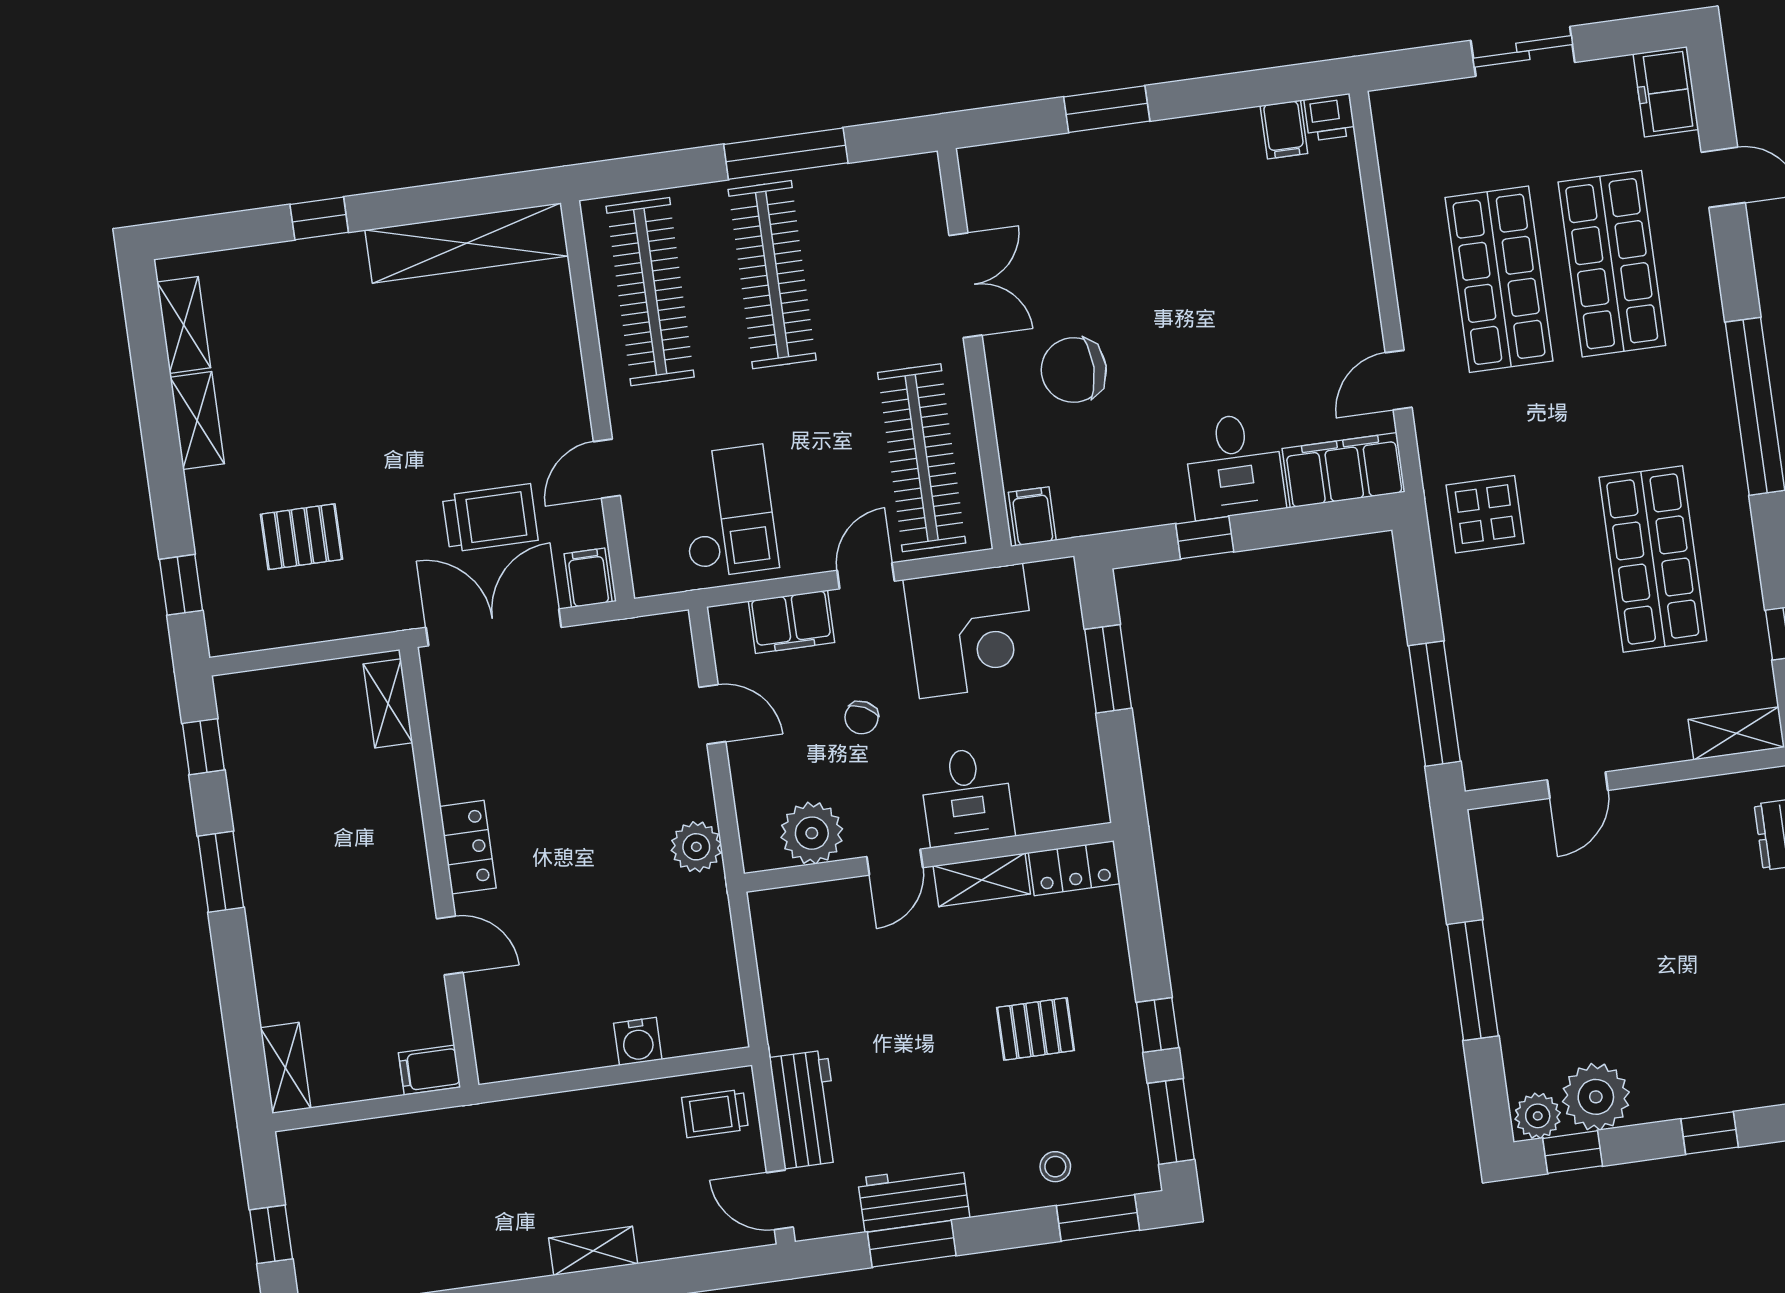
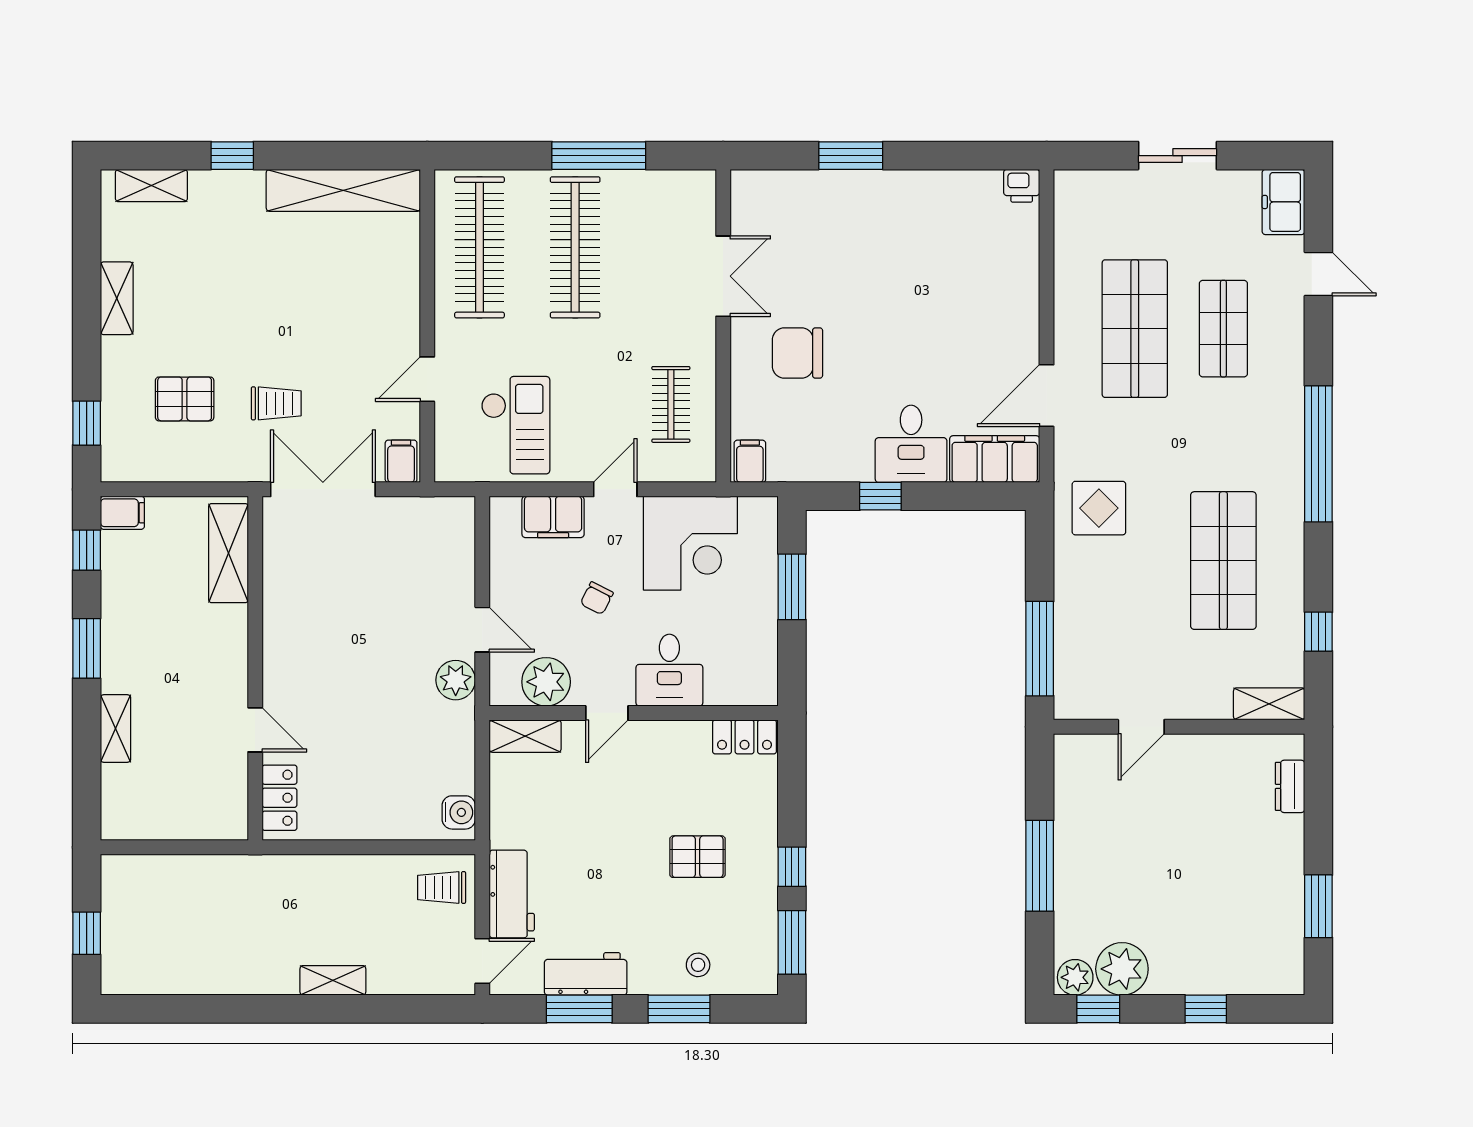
filing cabinet: (1284, 130) -> (985, 190), removed
shop shelf: (1612, 264) -> (1223, 329), width x0.70, depth x0.74
shelving: (184, 325) -> (151, 186), moved, turned 90
door: (1399, 380) -> (1047, 396), width x1.38
clothes rail: (922, 458) -> (671, 404), width x0.54, depth x0.76
trolley: (490, 518) -> (276, 403), moved, width x0.73, depth x0.72
shelving: (388, 703) -> (228, 553), width x1.50, depth x1.33
door: (712, 714) -> (482, 630), moved
locker: (468, 847) -> (279, 798), moved
shelving: (982, 880) -> (525, 736), moved
water cooler: (638, 1041) -> (459, 812), moved, turned -90
shelving: (286, 1068) -> (116, 728), moved
filing cabinet: (429, 1070) -> (122, 513), moved, turned 180
door: (780, 1200) -> (482, 961), swing flipped
window: (1098, 1218) -> (679, 1009), moved

